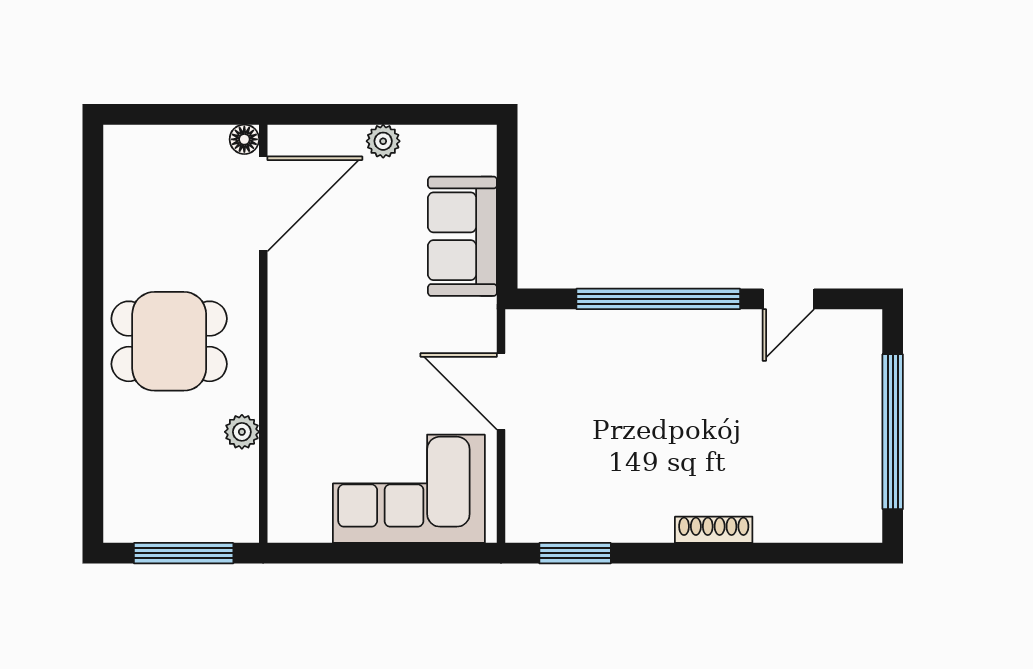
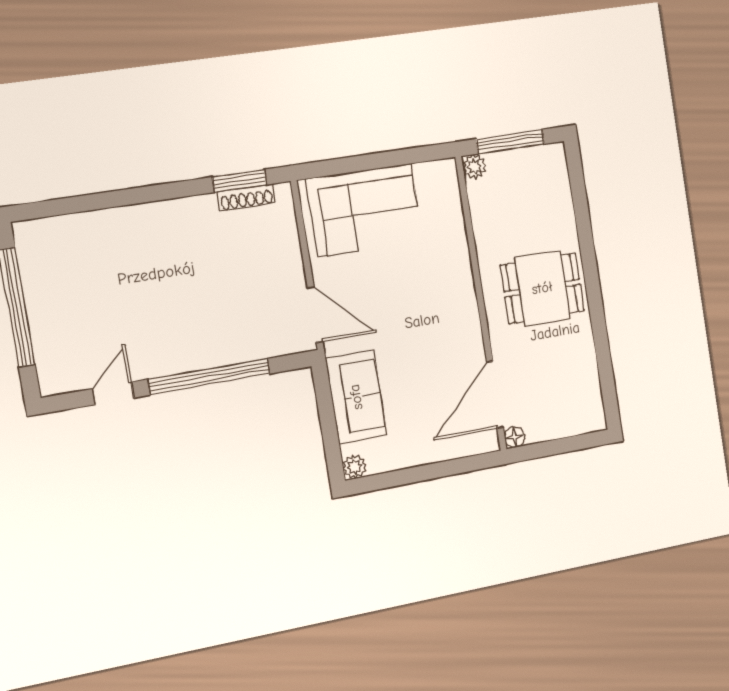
plant: (383, 141) -> (354, 467), moved
door: (501, 391) -> (315, 315), moved
plant: (242, 432) -> (474, 167), moved
shoe rack: (714, 530) -> (246, 197), moved

